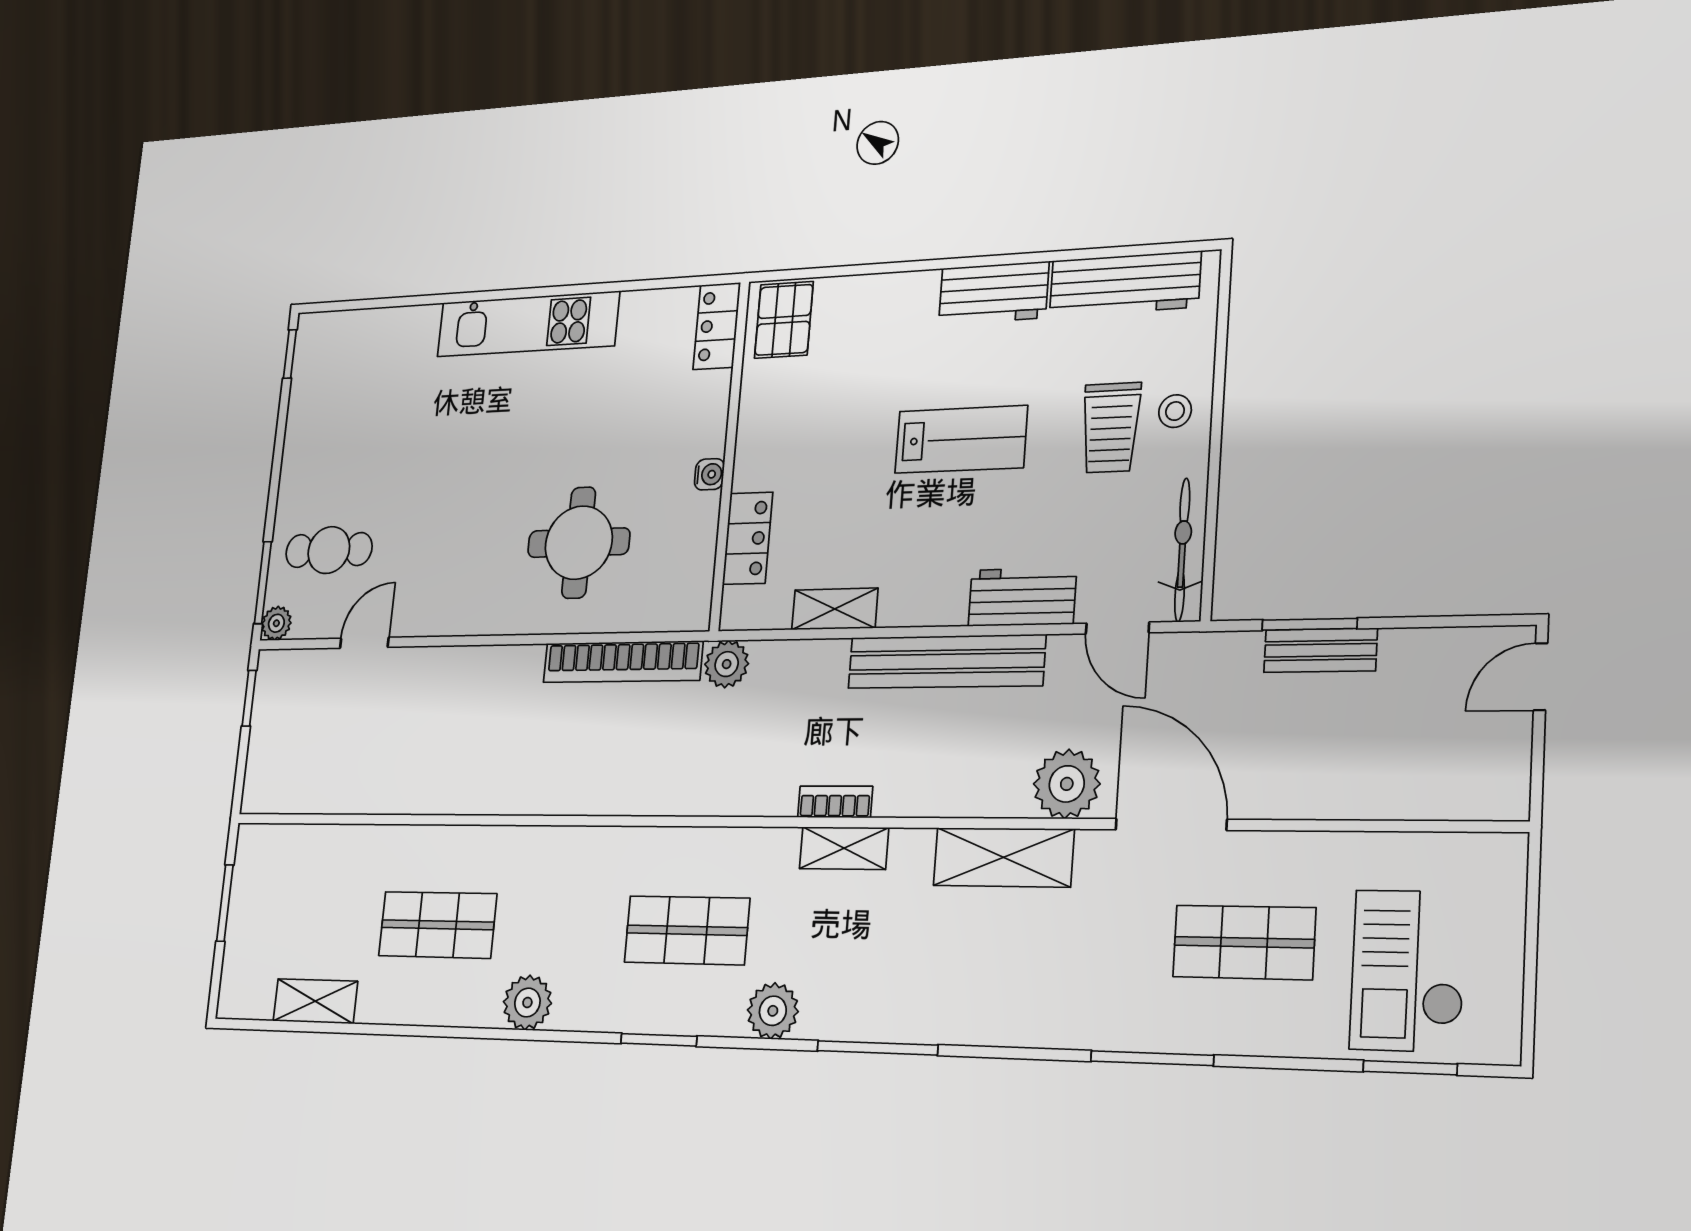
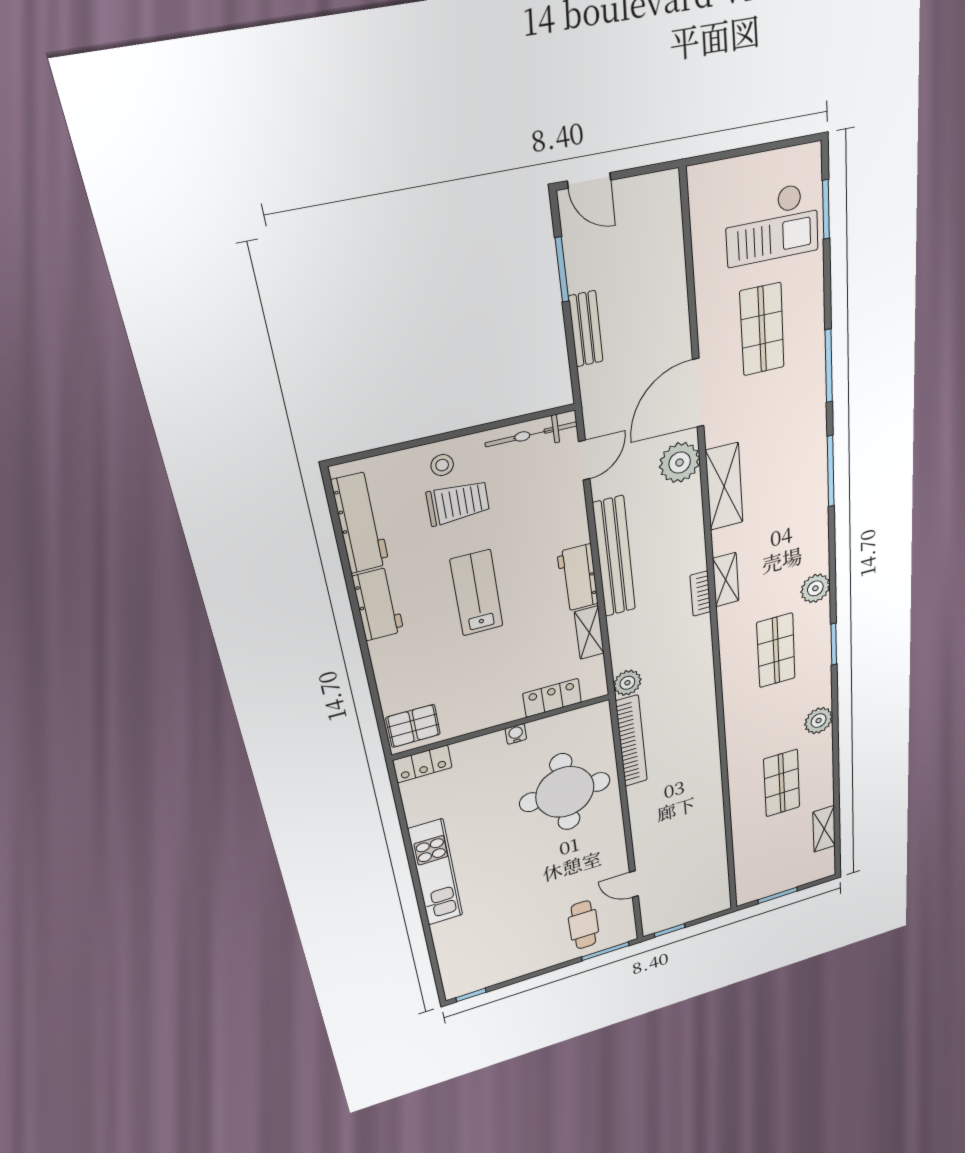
round table: (579, 543) -> (565, 792), width x1.36, depth x1.36
workbench: (1022, 597) -> (578, 578), moved
plant: (276, 623) -> (627, 934), removed
window: (1309, 624) -> (562, 270), moved
window: (877, 1048) -> (831, 471), moved

